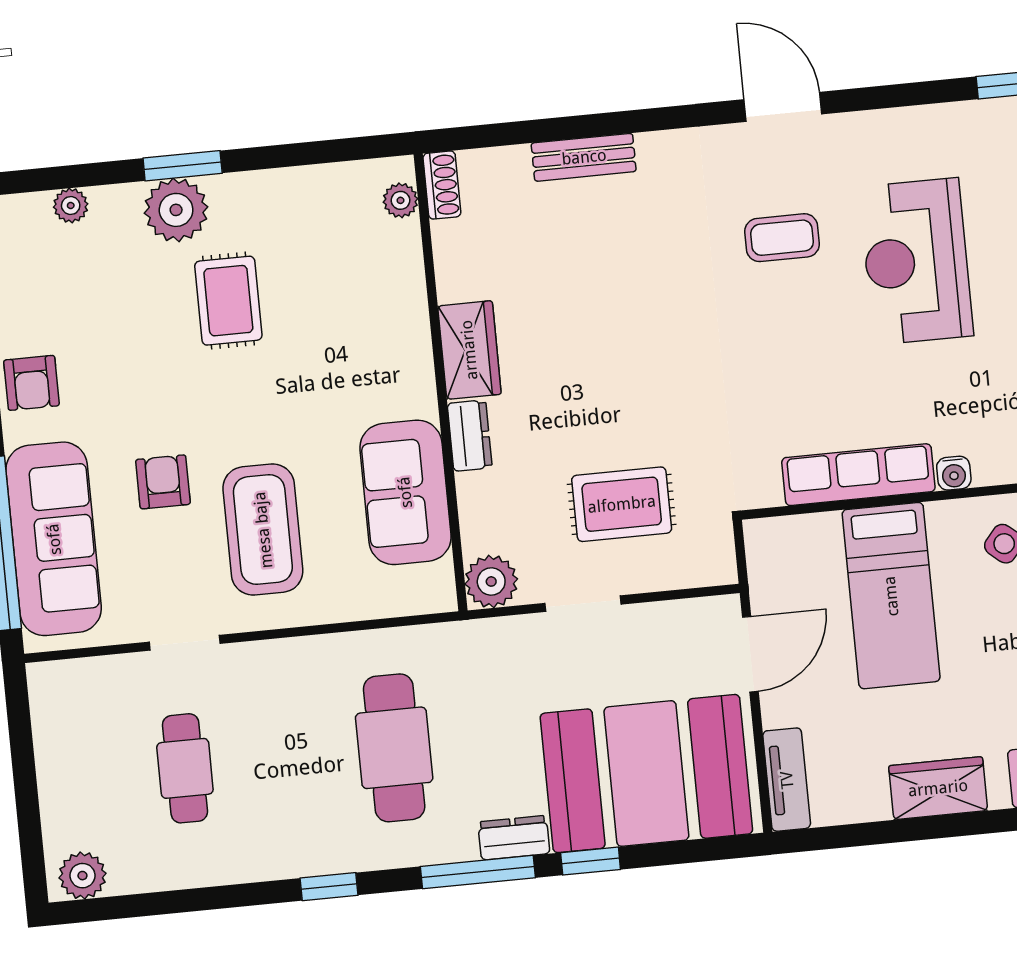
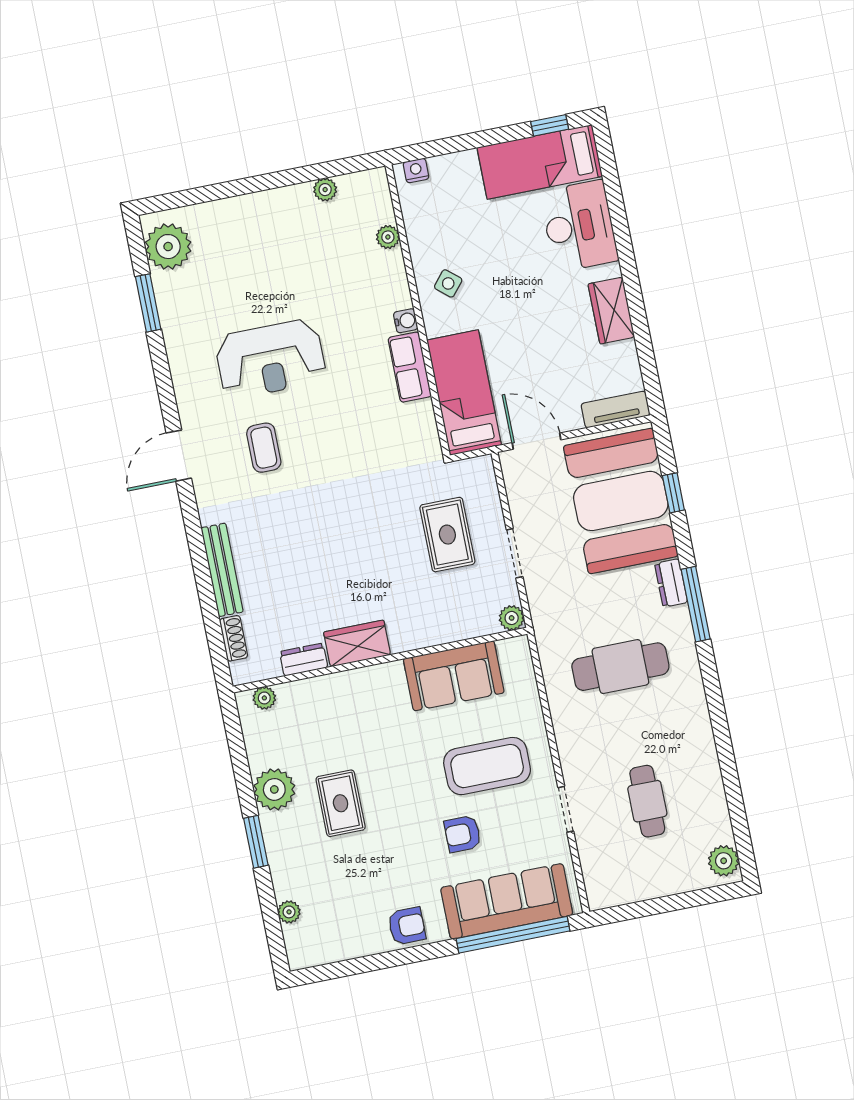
bench: (584, 157) -> (222, 570), width x1.36
shoe rack: (442, 185) -> (234, 638), moved, turned 90
plant: (176, 210) -> (274, 789), moved
rug: (228, 301) -> (341, 803), turned 90
dresser: (470, 436) -> (304, 660), moved
row of seats: (858, 475) -> (410, 367), width x0.68
plant: (491, 581) -> (512, 618), width x0.73, depth x0.73
bed: (891, 596) -> (464, 393), moved, turned -90
cafe table: (185, 768) -> (647, 801), turned 90
window: (591, 861) -> (673, 493), moved
window: (329, 887) -> (715, 700), removed

